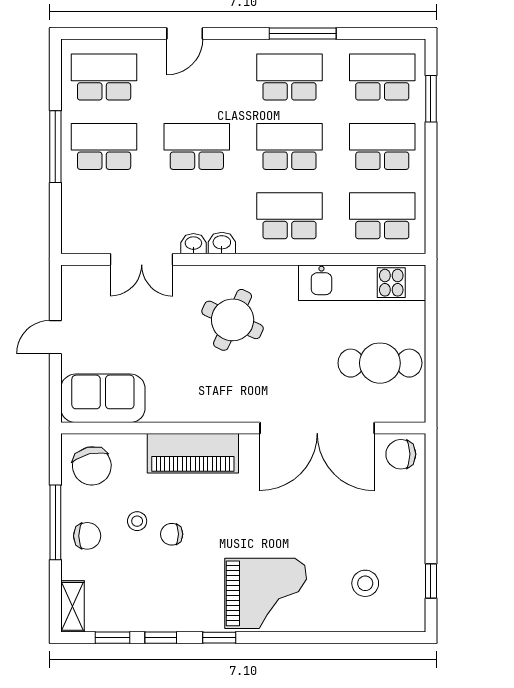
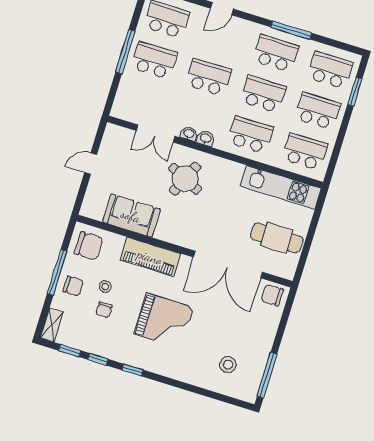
round table: (233, 320) -> (185, 179), moved
sofa: (103, 398) -> (131, 216), moved
chair: (92, 466) -> (89, 246), turned -77
chair: (172, 534) -> (104, 310), moved, turned -90
window: (431, 581) -> (267, 375), width x2.17
grand piano: (266, 593) -> (164, 321), moved

